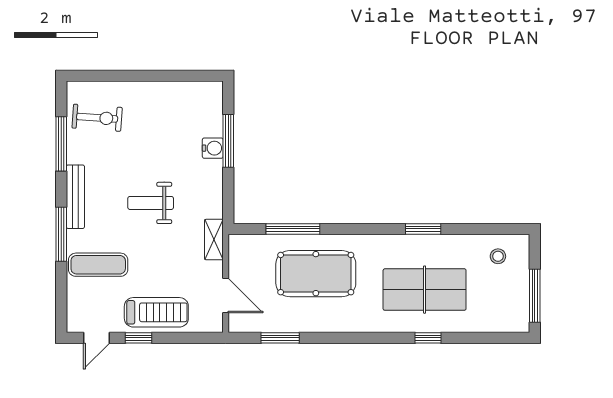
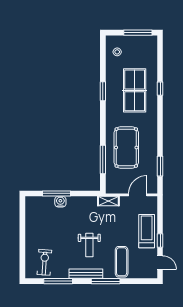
weight bench: (151, 203) -> (89, 245), moved

